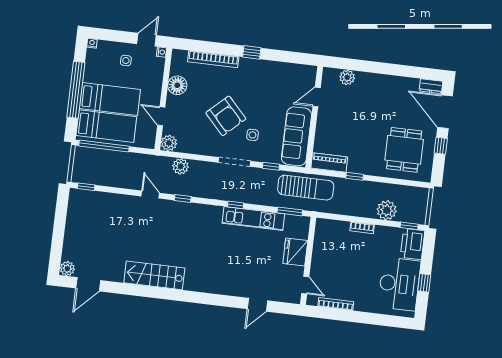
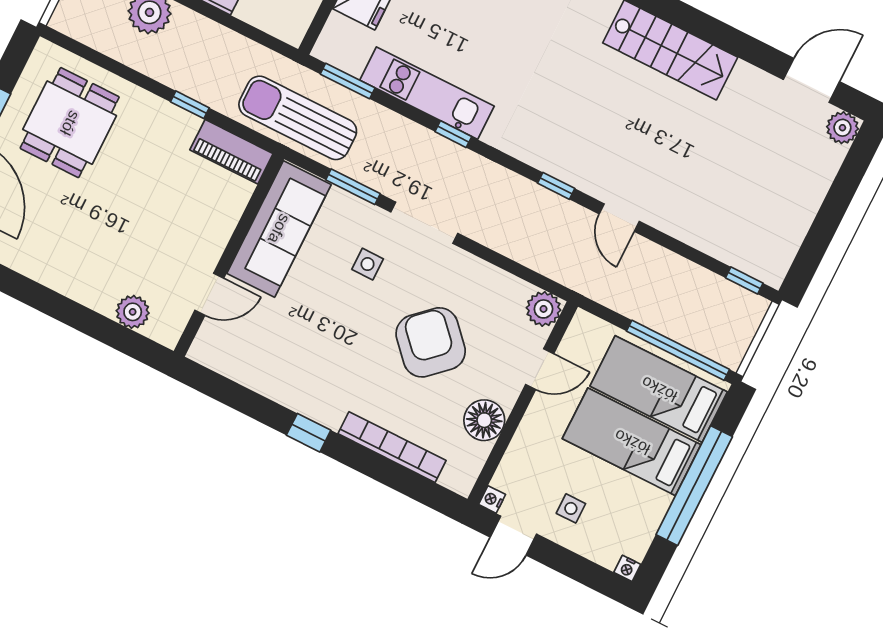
door: (161, 116) -> (540, 369), hinge flipped
armchair: (226, 116) -> (431, 342), moved
plant: (181, 166) -> (537, 253), removed
window: (271, 166) -> (353, 187), width x1.50

